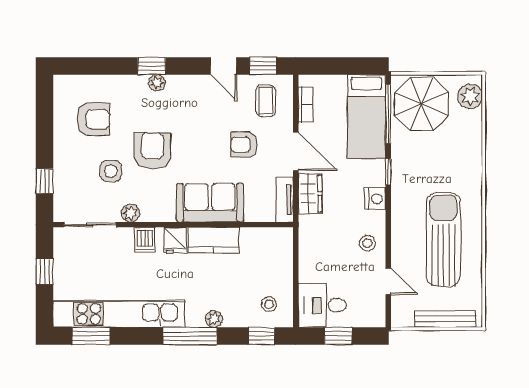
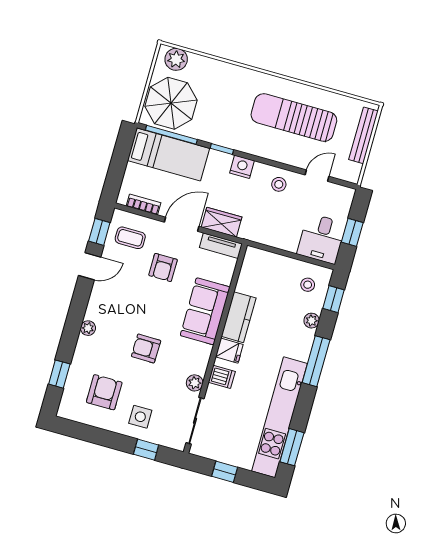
window: (152, 66) -> (59, 374), moved
armchair: (153, 151) -> (146, 348), width x0.72, depth x0.72
side table: (111, 171) -> (140, 417), moved
plant: (214, 319) -> (312, 321), moved

